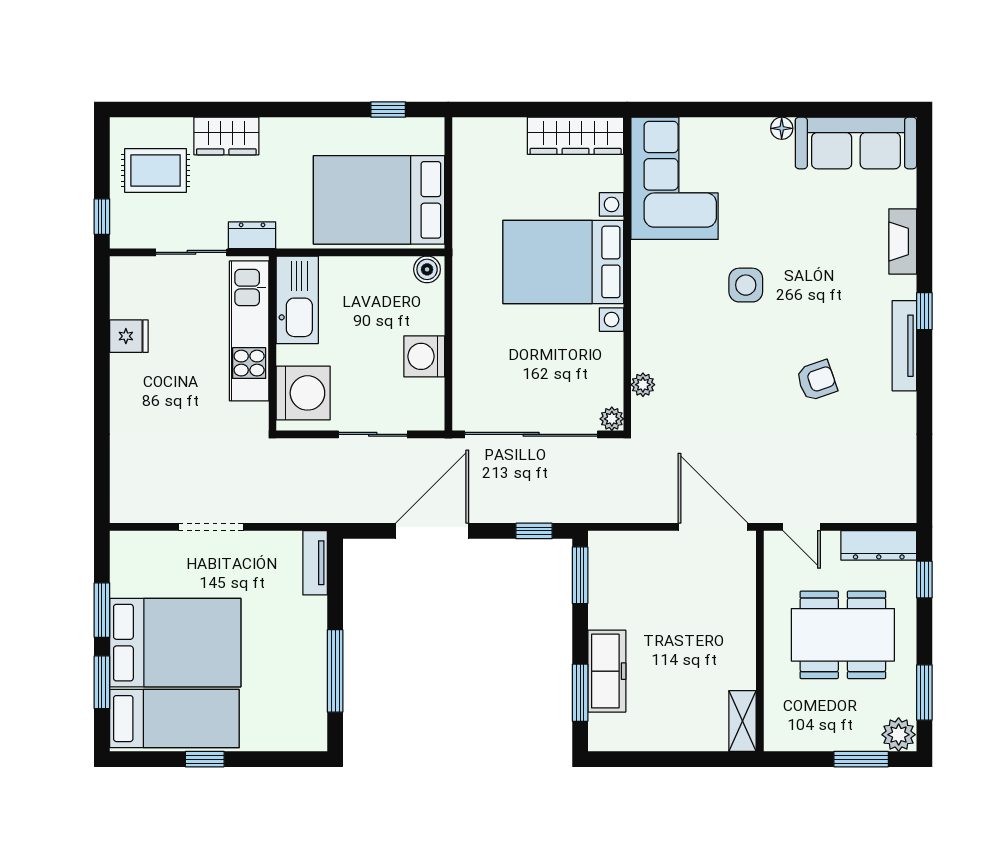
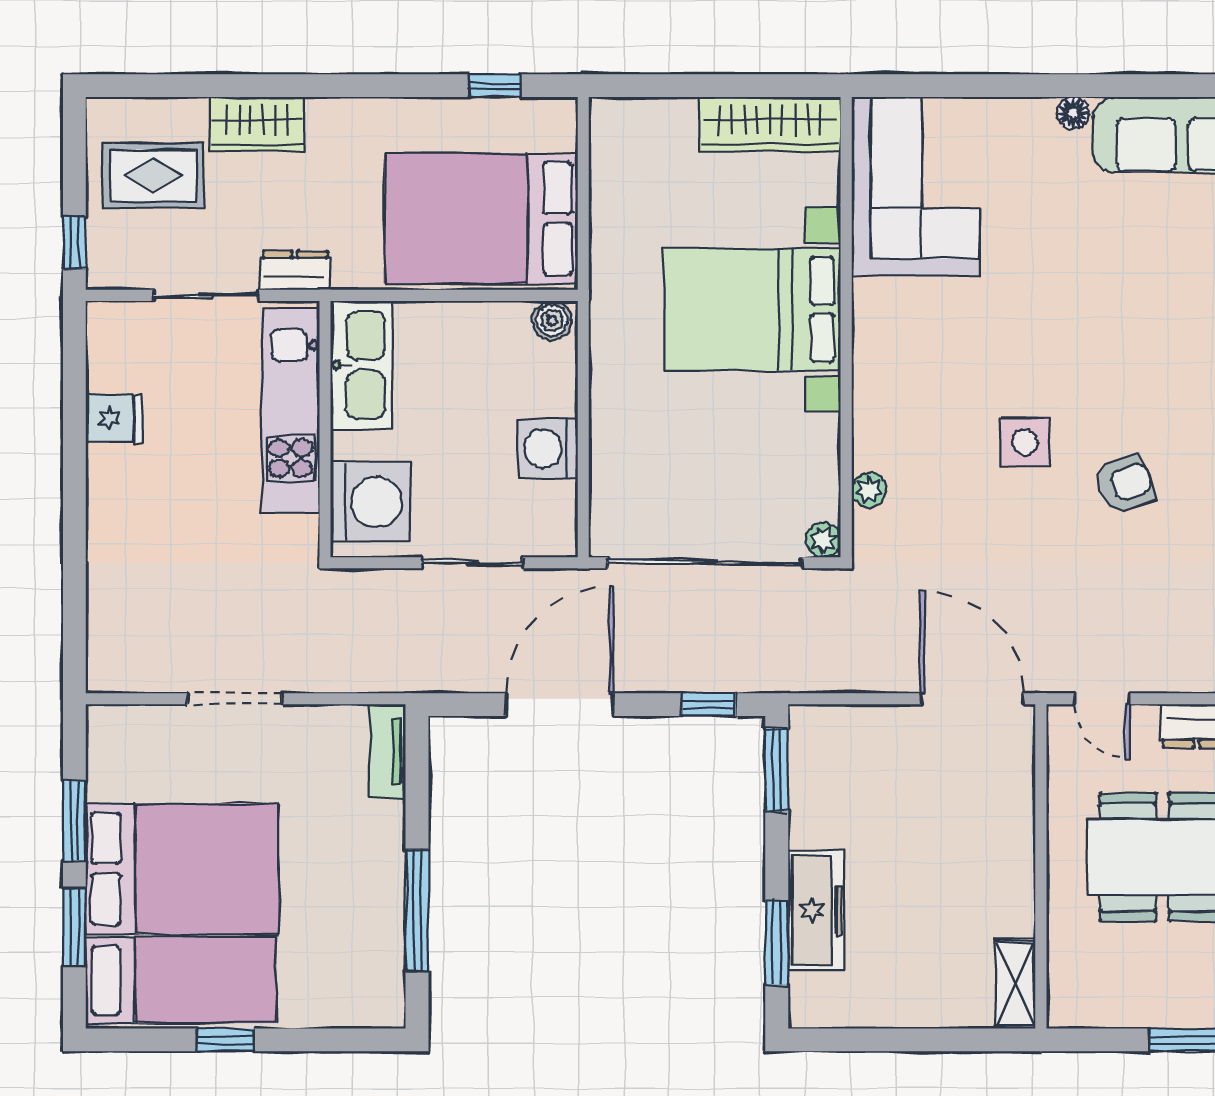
side table: (746, 285) -> (1025, 442), moved

